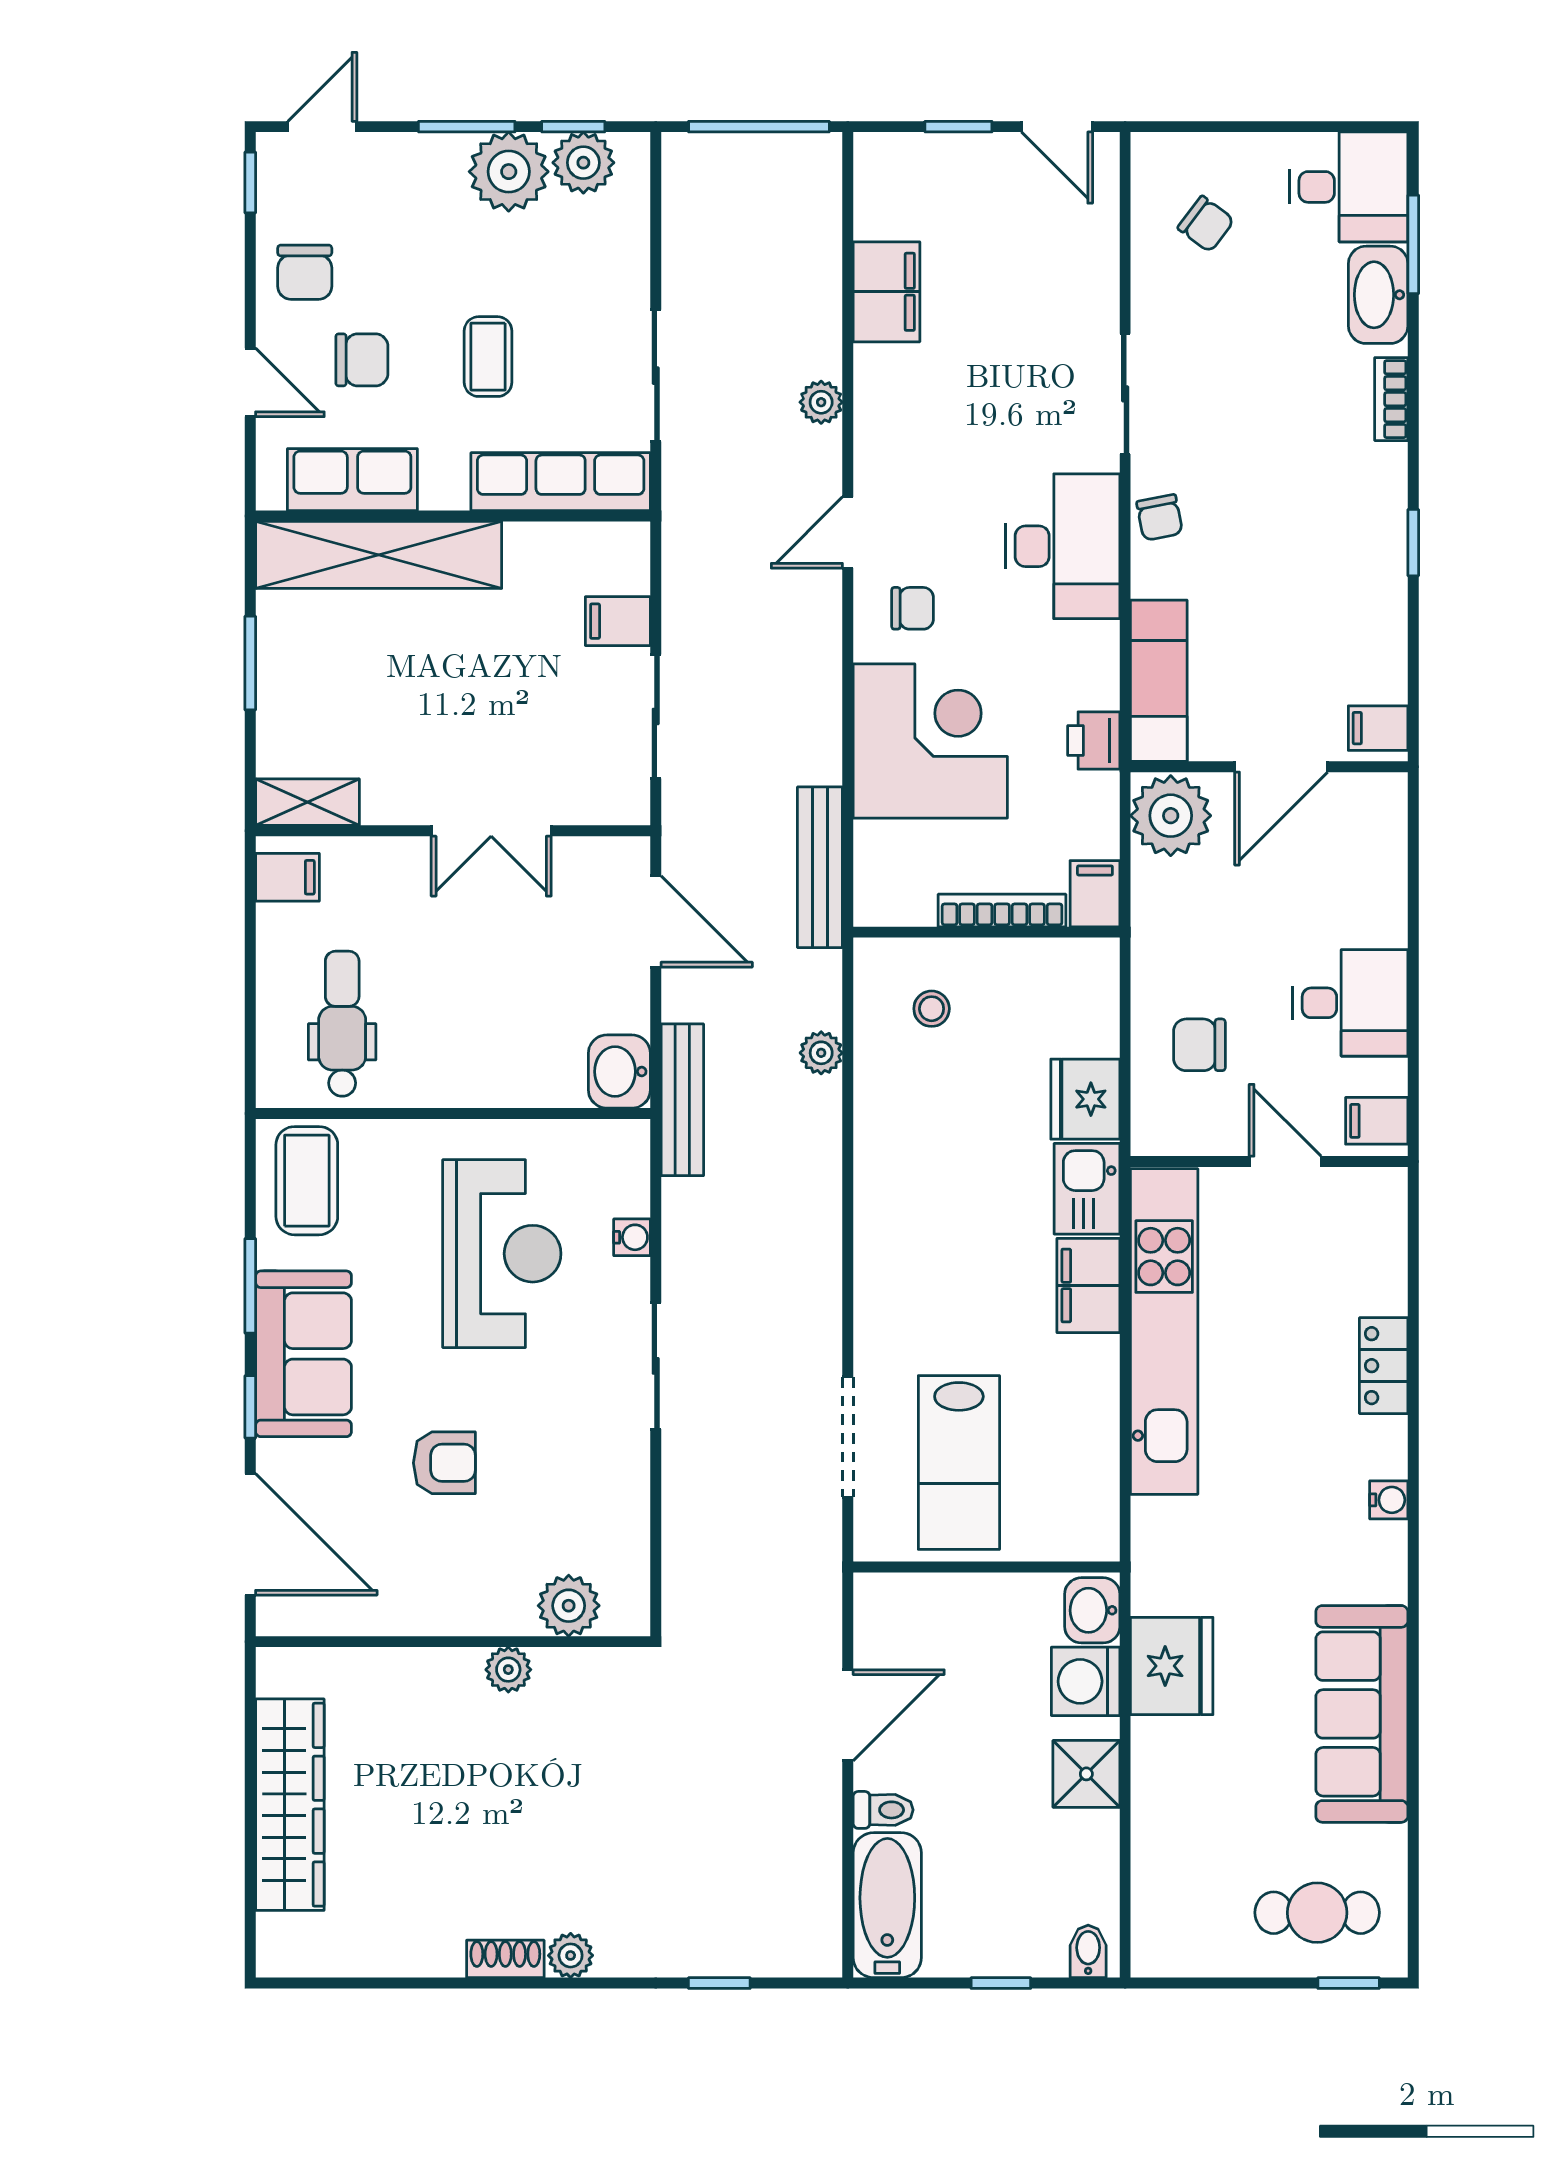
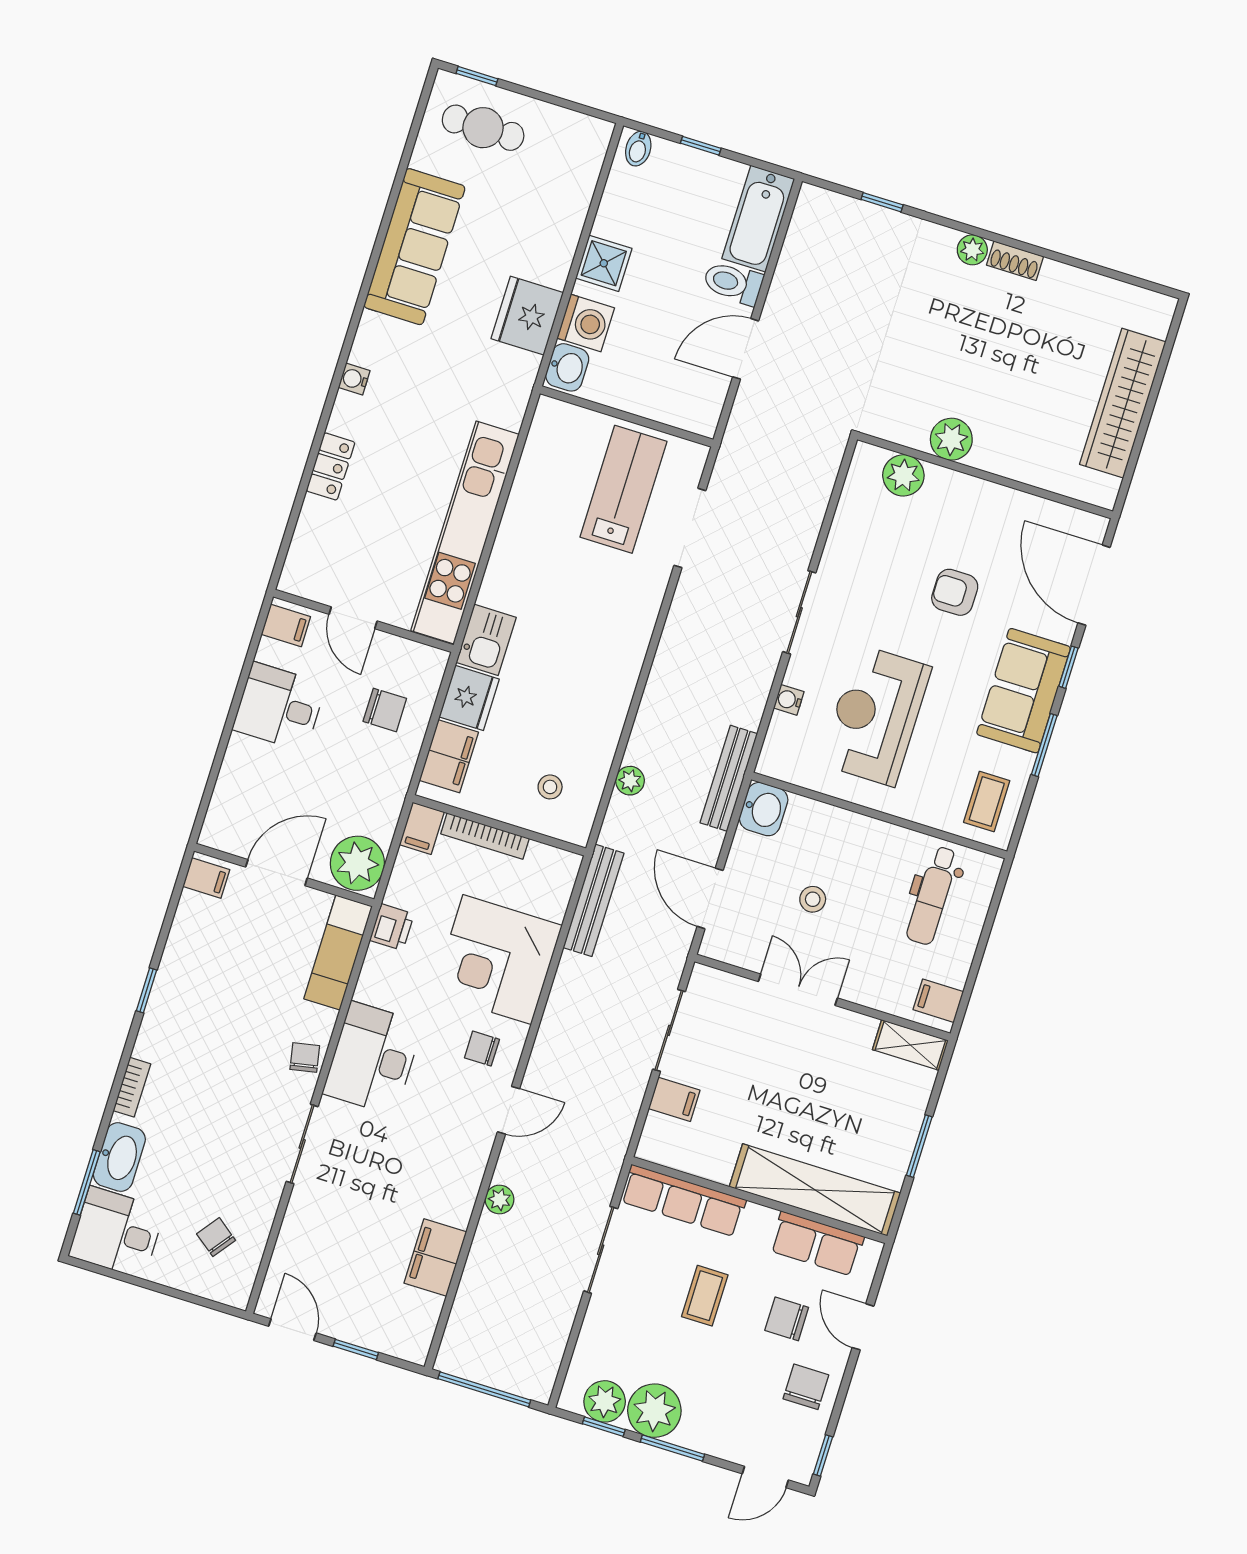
stool: (510, 965) -> (813, 899), added
coffee table: (307, 1181) -> (987, 801), width x0.73, depth x0.77
filing cabinet: (1088, 1285) -> (449, 756), moved
plant: (508, 1670) -> (951, 439), width x1.38, depth x1.38
toilet: (883, 1810) -> (733, 283), width x1.37, depth x1.39

